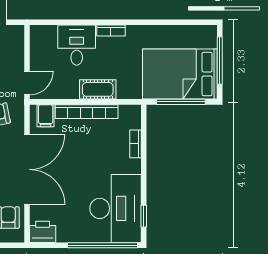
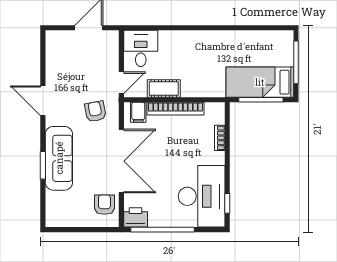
bookcase: (111, 31) -> (197, 35), removed
desk: (77, 45) -> (141, 48), moved
bed: (180, 74) -> (260, 82), width x0.67
cot: (98, 89) -> (164, 88), moved
window: (102, 245) -> (163, 230), moved

